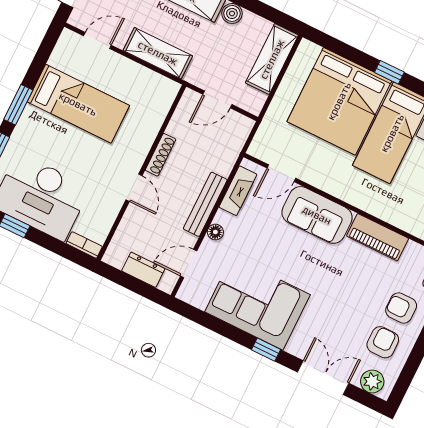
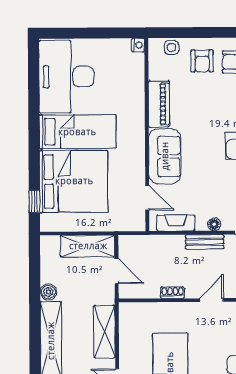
shelving: (272, 59) -> (88, 246), moved
window: (389, 72) -> (34, 202), moved
shoe rack: (161, 155) -> (173, 293), width x0.70
bench: (205, 204) -> (205, 242), width x0.73

